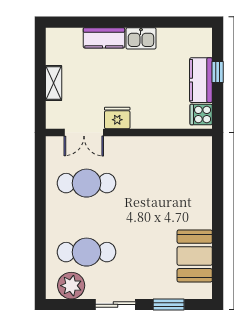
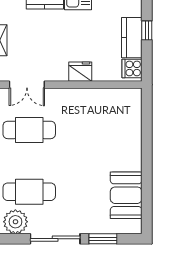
fridge: (117, 118) -> (80, 72), moved
sliding door: (115, 304) -> (55, 239), width x1.37

